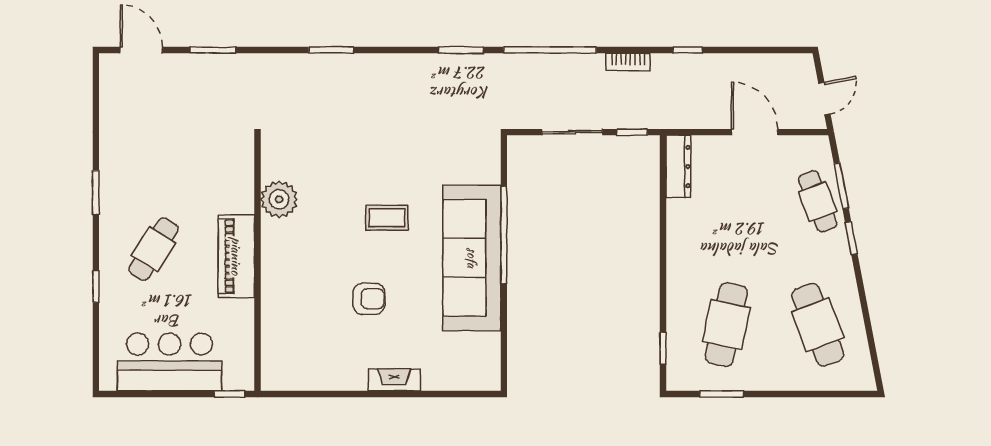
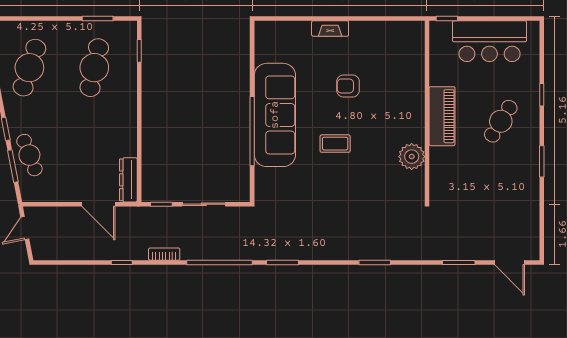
door: (755, 132) -> (98, 204), moved
cafe table: (818, 325) -> (29, 68), turned 39

